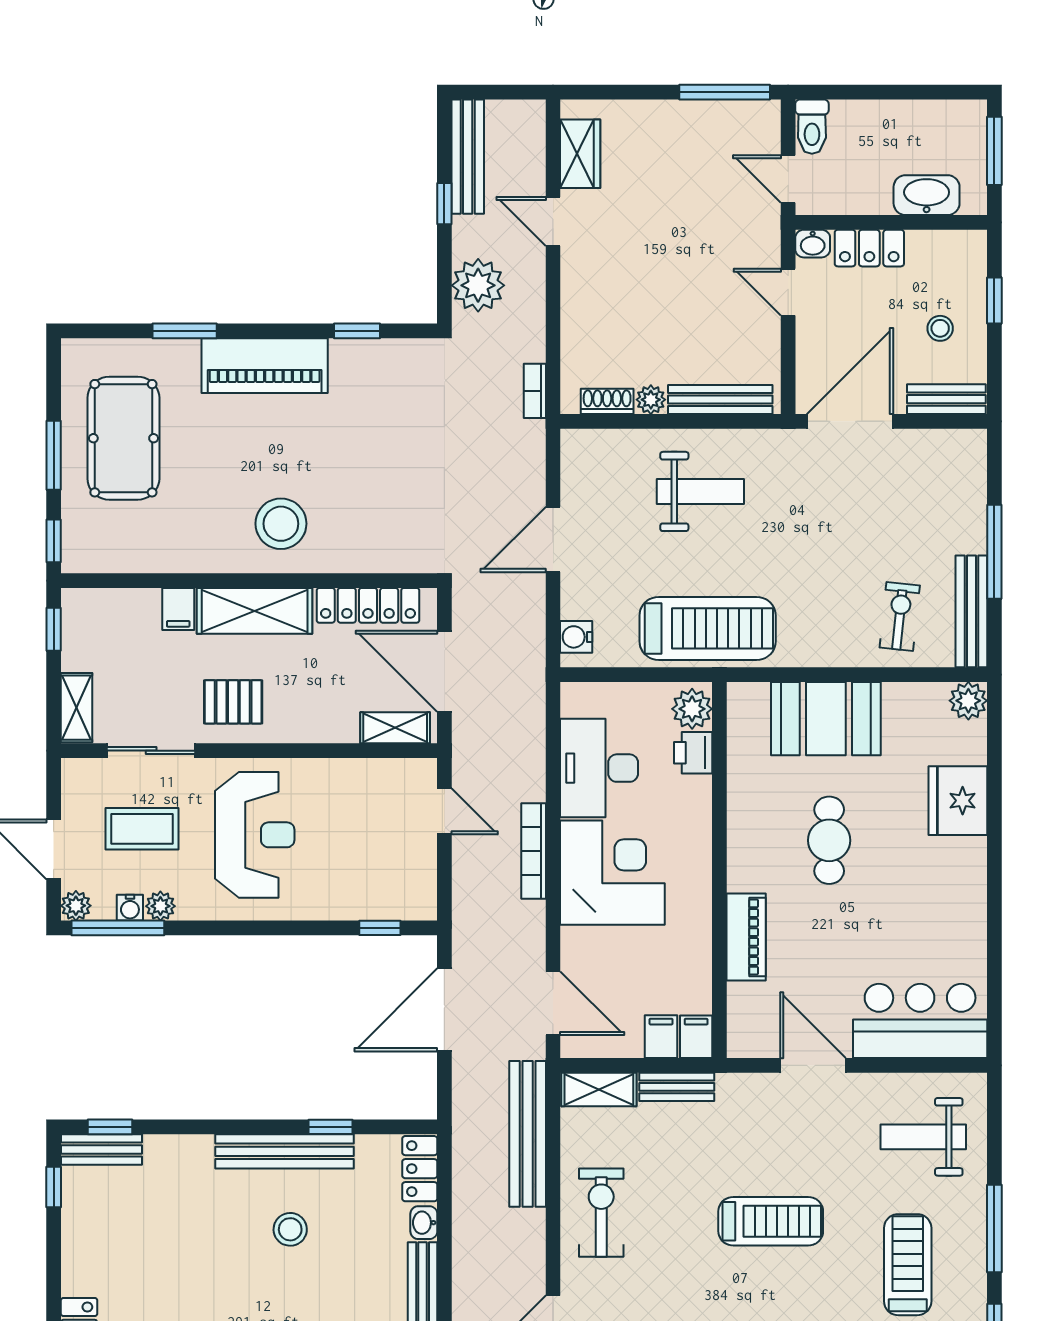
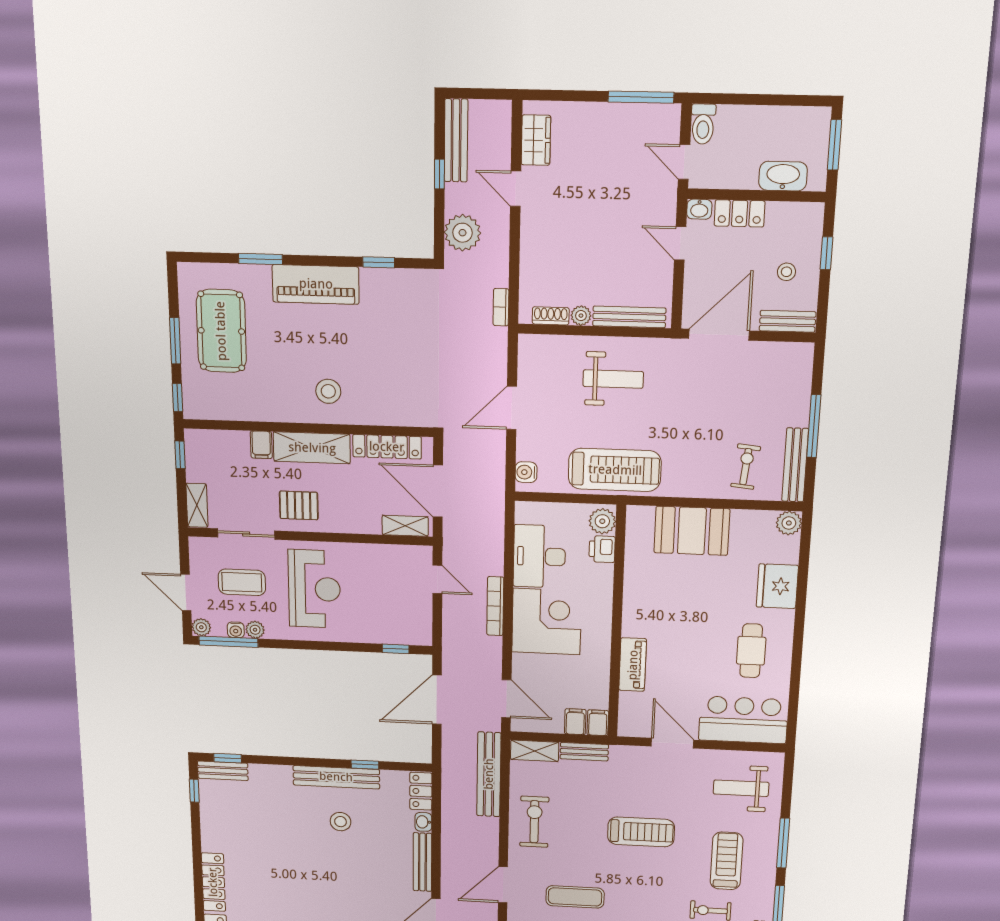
stool: (281, 524) -> (328, 391), width x0.73, depth x0.73
cafe table: (829, 840) -> (751, 651), moved

